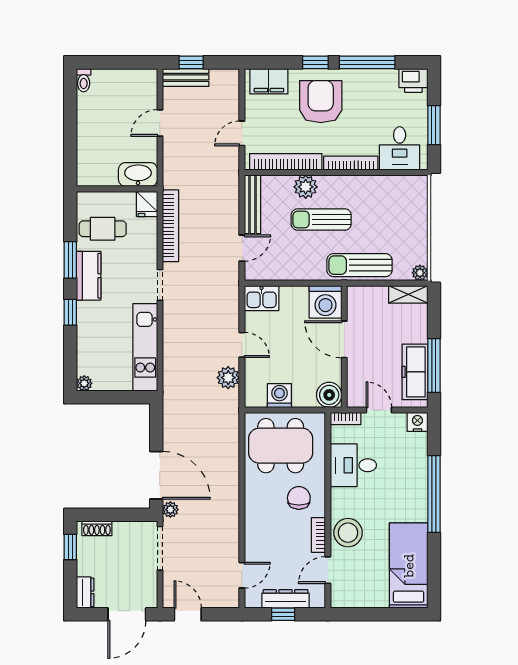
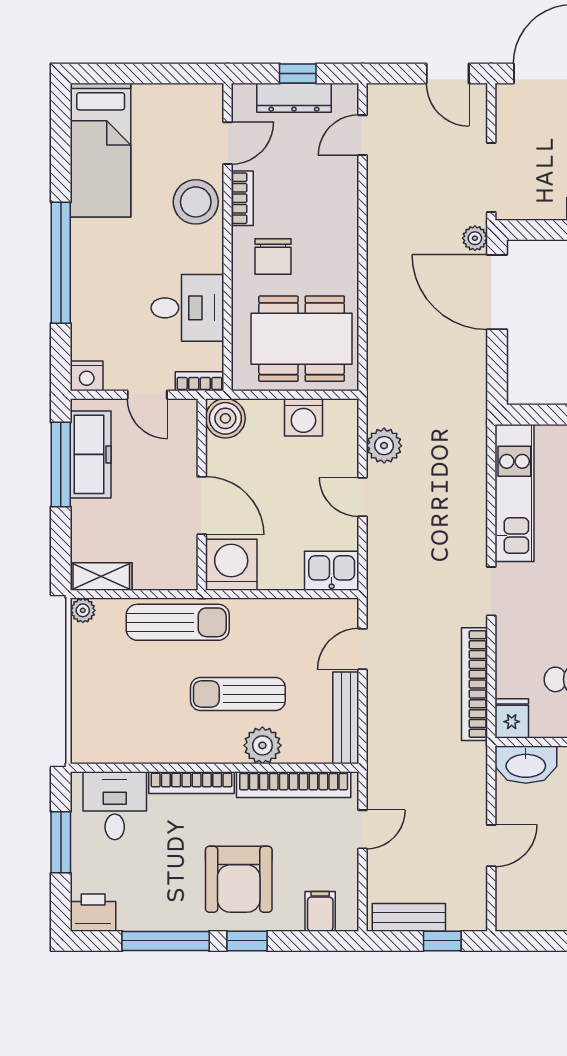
bench: (186, 77) -> (409, 917), moved
filing cabinet: (269, 81) -> (320, 911), width x0.50
sun lounger: (321, 219) -> (238, 694), turned 180

